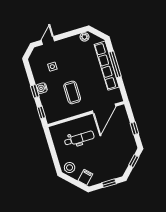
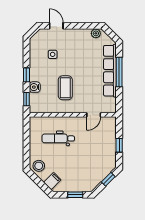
door: (48, 41) -> (56, 26), hinge flipped
water cooler: (42, 88) -> (35, 87), moved
door: (104, 109) -> (94, 115), width x0.53
dental chair: (79, 139) -> (58, 138), turned 180

